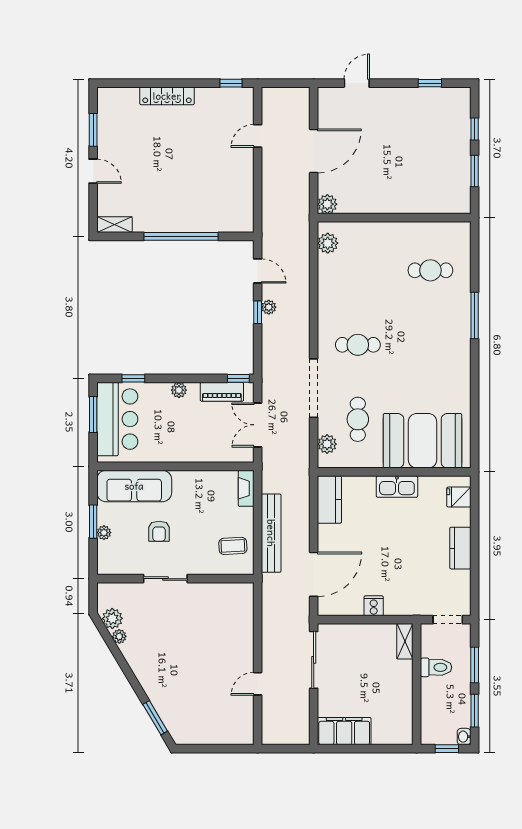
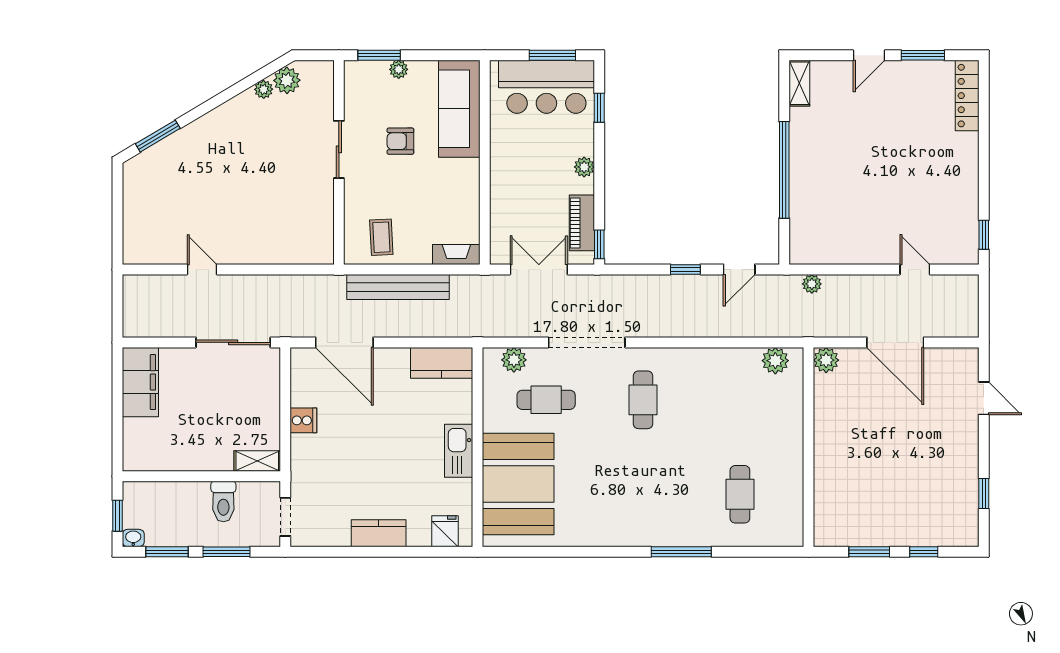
locker: (167, 96) -> (967, 96), moved
plant: (269, 307) -> (812, 284), moved
window: (93, 522) -> (379, 55), moved

